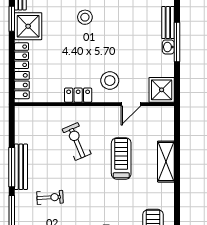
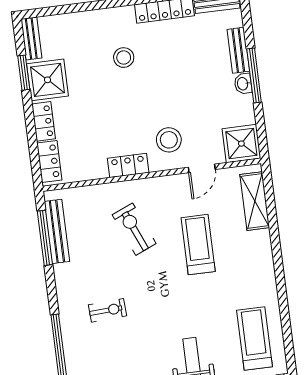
shelving: (166, 162) -> (255, 201), moved
window: (12, 167) -> (45, 238), moved
bench: (21, 167) -> (57, 231), moved

